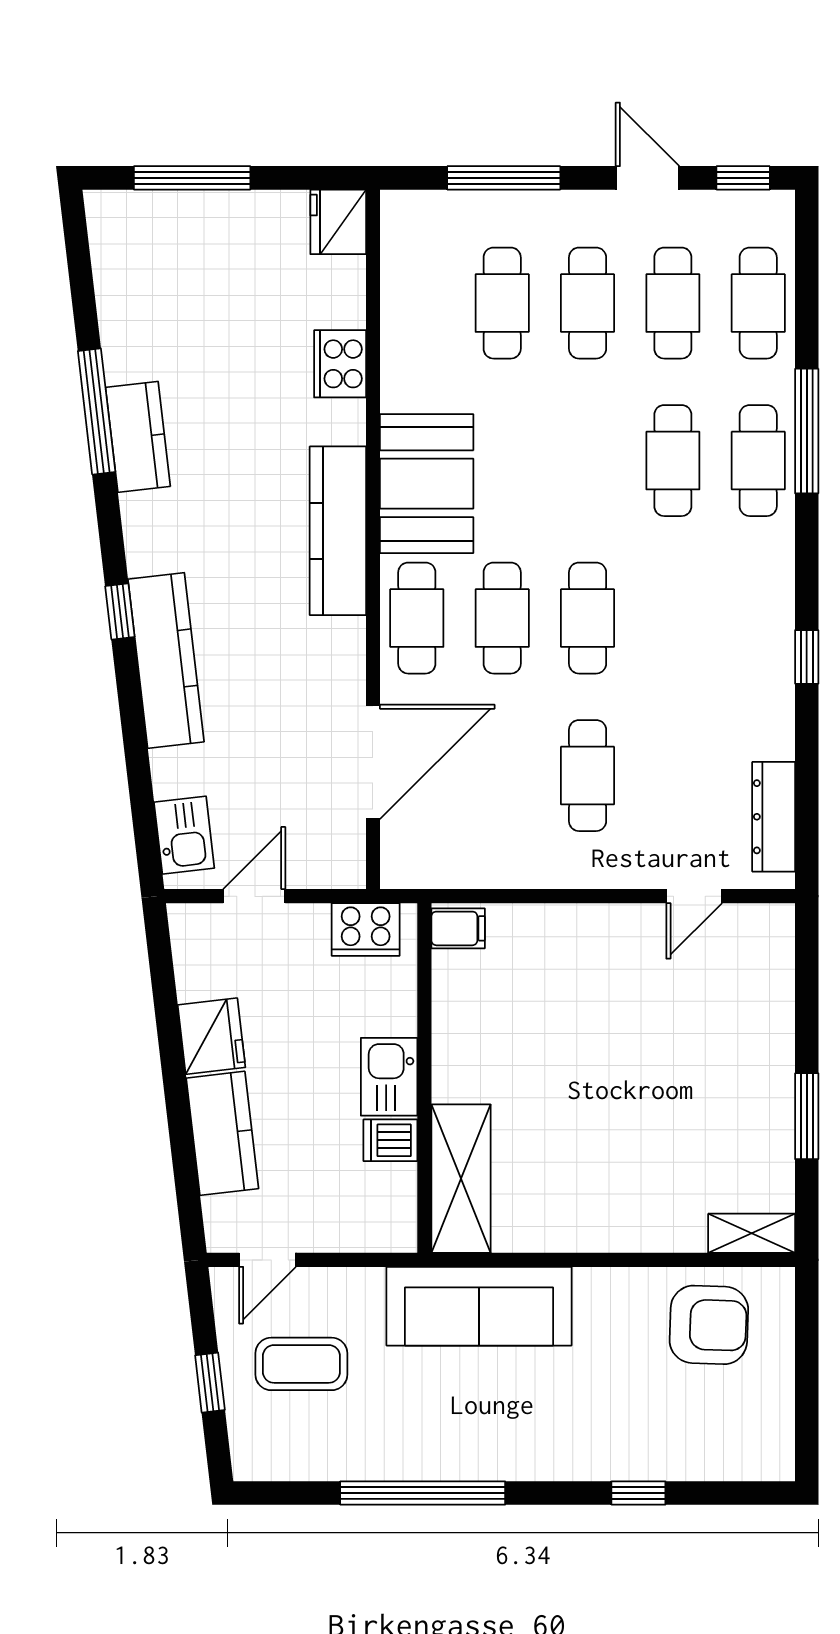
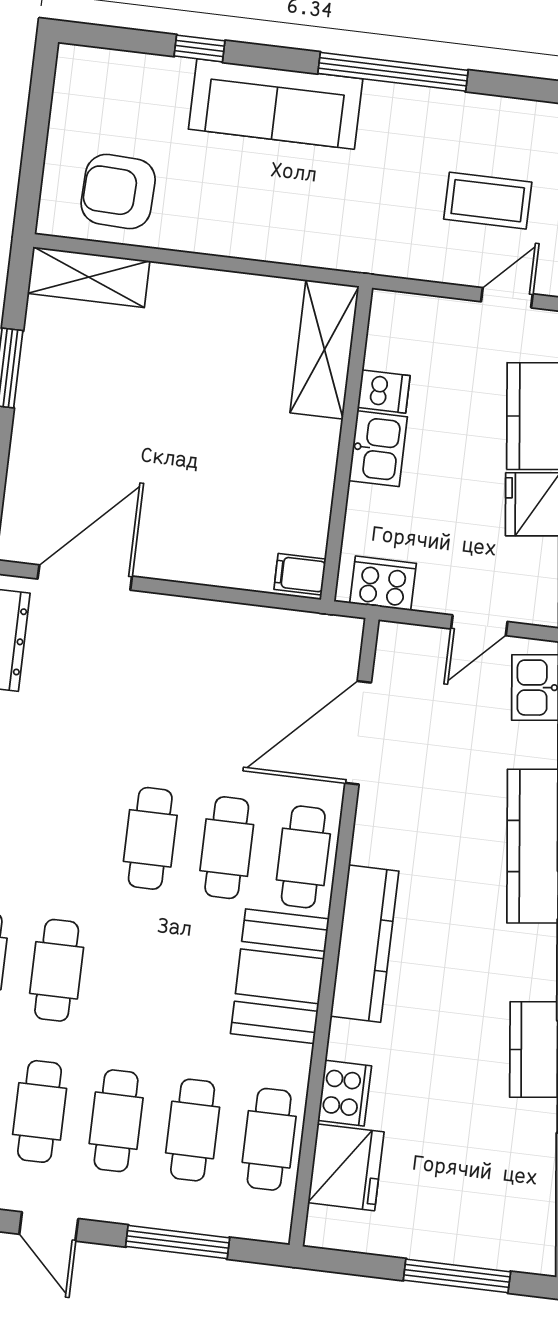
fridge: (338, 222) -> (346, 1167), moved, width x1.36, depth x1.34
cafe table: (588, 776) -> (269, 1139), moved
door: (694, 896) -> (85, 578), width x1.88
shelving: (752, 1233) -> (89, 277), width x1.50, depth x1.33
sofa: (479, 1306) -> (276, 104), moved, turned 180

